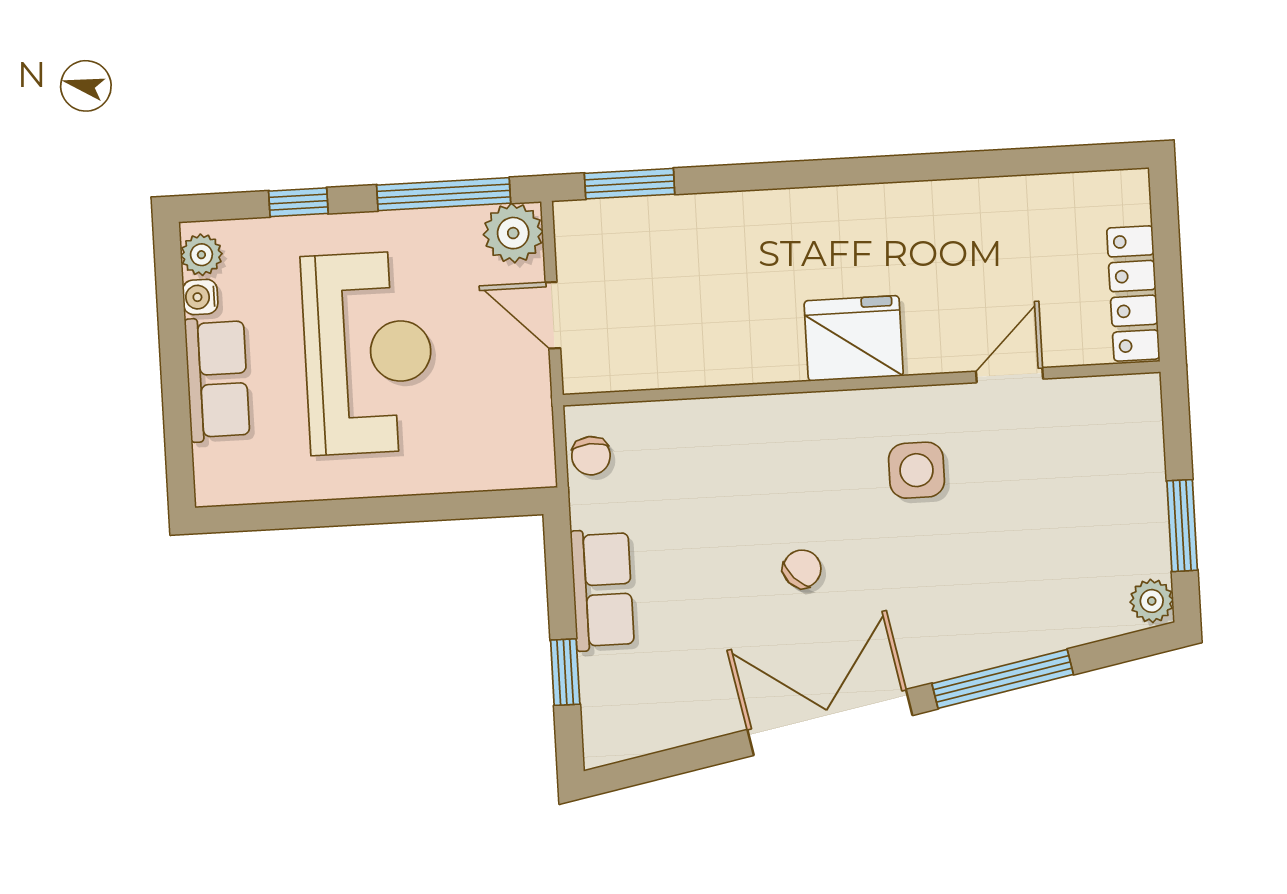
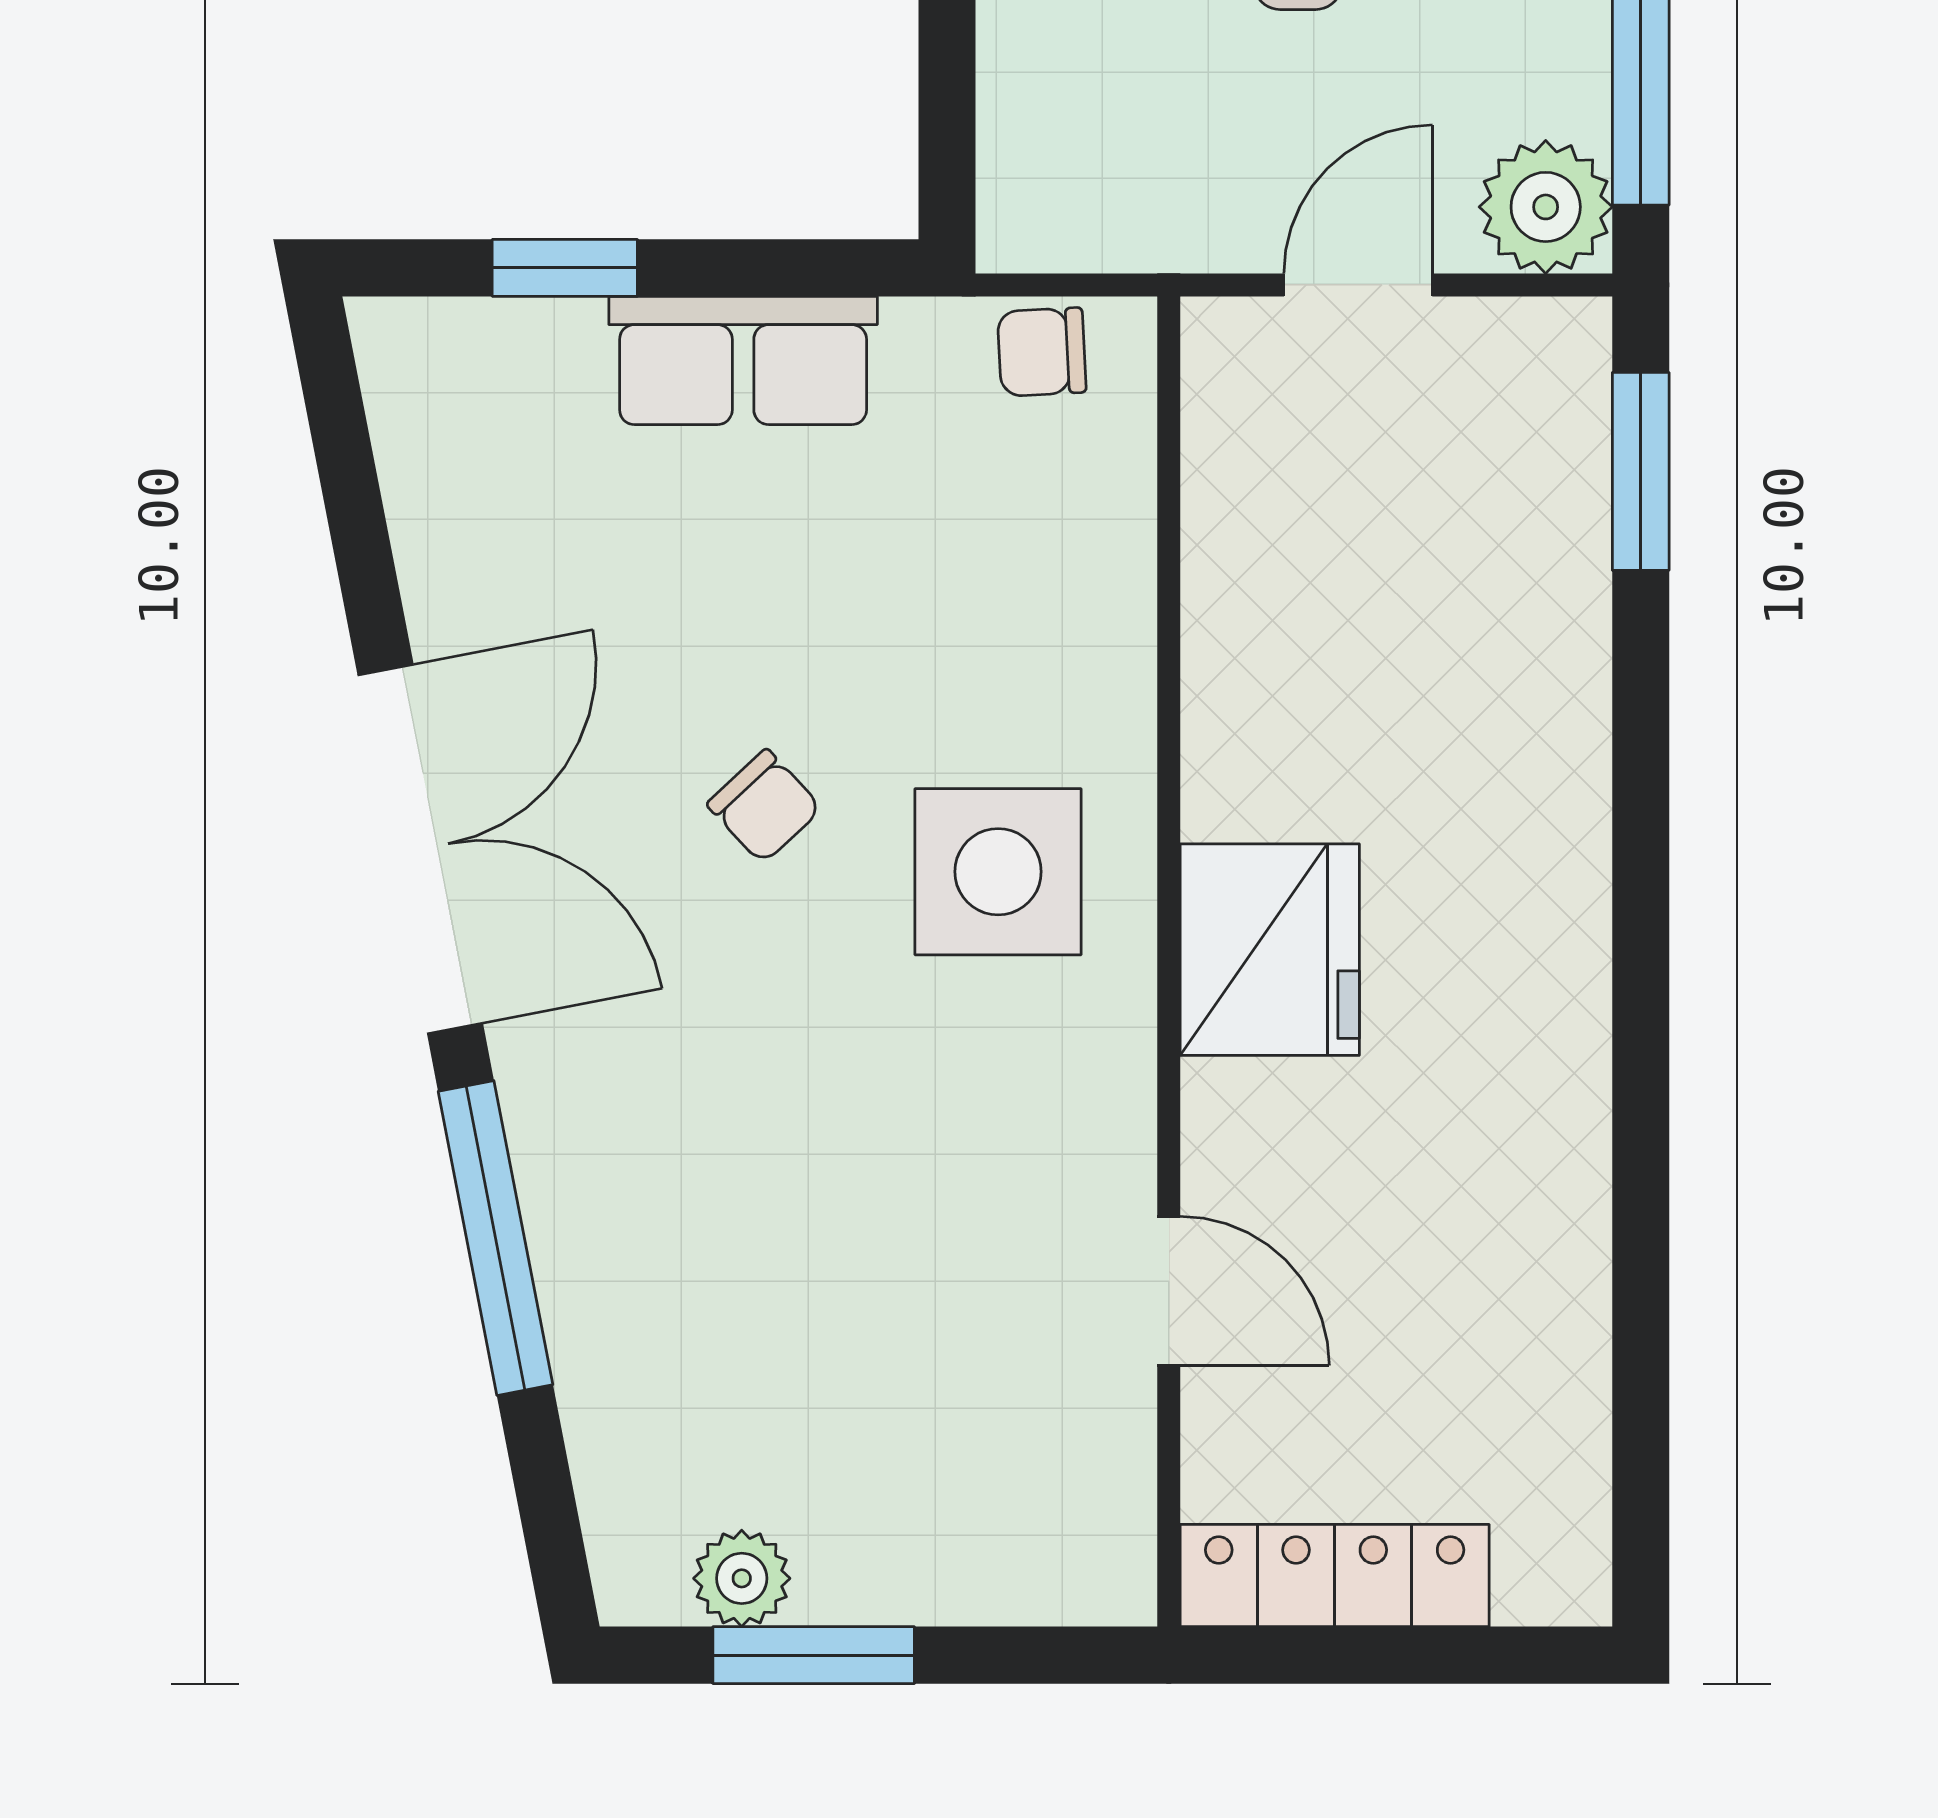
side table: (917, 470) -> (998, 872), moved, width x1.37, depth x1.37
plant: (1152, 601) -> (742, 1578), moved

